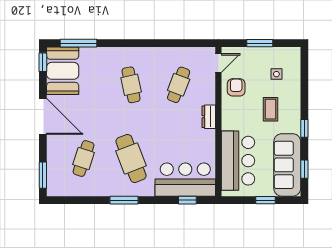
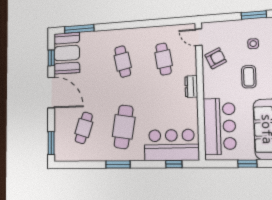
window: (260, 43) -> (254, 15), moved
window: (43, 62) -> (51, 58), moved
door: (218, 63) -> (199, 37), swing flipped
cafe table: (179, 85) -> (164, 59), turned -30
armchair: (236, 87) -> (216, 58), turned 65
cafe table: (131, 158) -> (124, 127), turned 30

